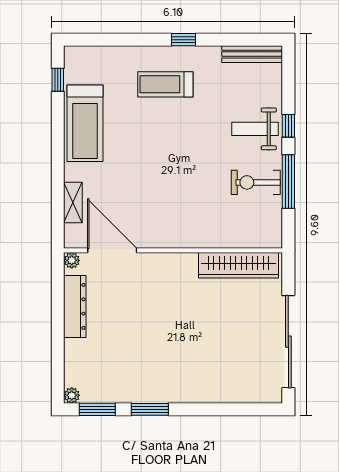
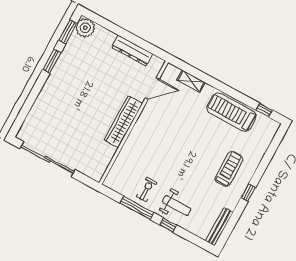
weight bench: (255, 129) -> (177, 205), turned 90
exercise bike: (256, 182) -> (146, 189), width x0.73, depth x0.72
door: (112, 250) -> (152, 89), width x0.73
plant: (72, 260) -> (159, 63), removed
wardrobe: (239, 265) -> (123, 122), moved
plant: (72, 395) -> (85, 28), width x1.88, depth x1.88

